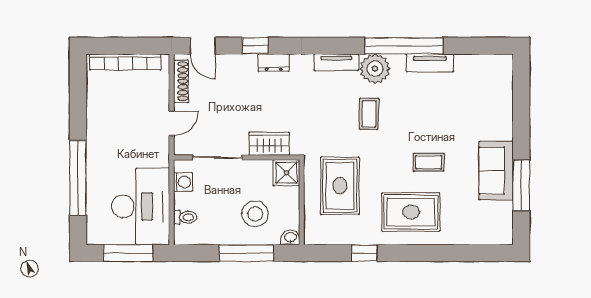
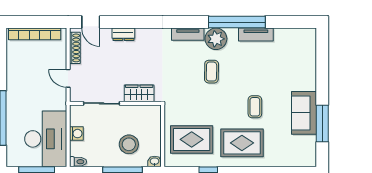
window: (255, 46) -> (129, 22), removed
dresser: (274, 63) -> (123, 34), moved
door: (172, 123) -> (68, 78), swing flipped
coffee table: (429, 162) -> (255, 107), turned 90
shower: (286, 173) -> (152, 114), removed
washing machine: (183, 182) -> (76, 134), moved
rug: (340, 186) -> (192, 139), moved, turned 90
toilet: (185, 217) -> (78, 162), moved

